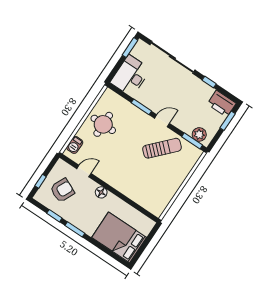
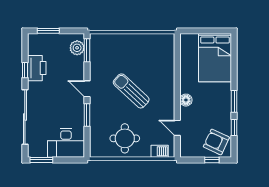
printer: (222, 104) -> (37, 68), moved
sun lounger: (162, 148) -> (131, 91), moved
armchair: (62, 190) -> (216, 142), moved

